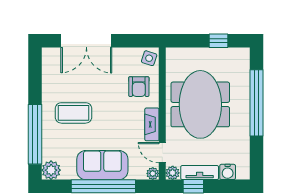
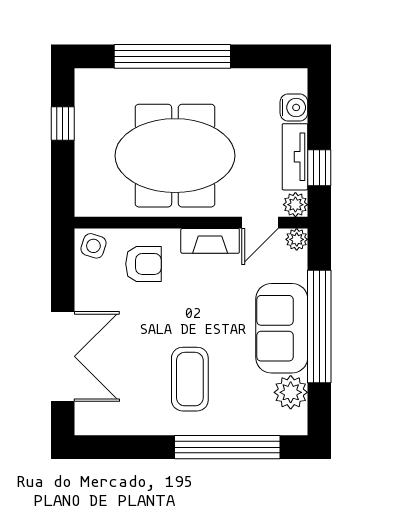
plant: (51, 170) -> (291, 392), moved

